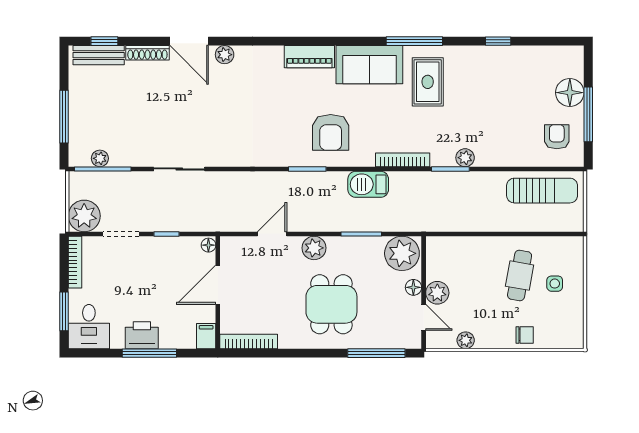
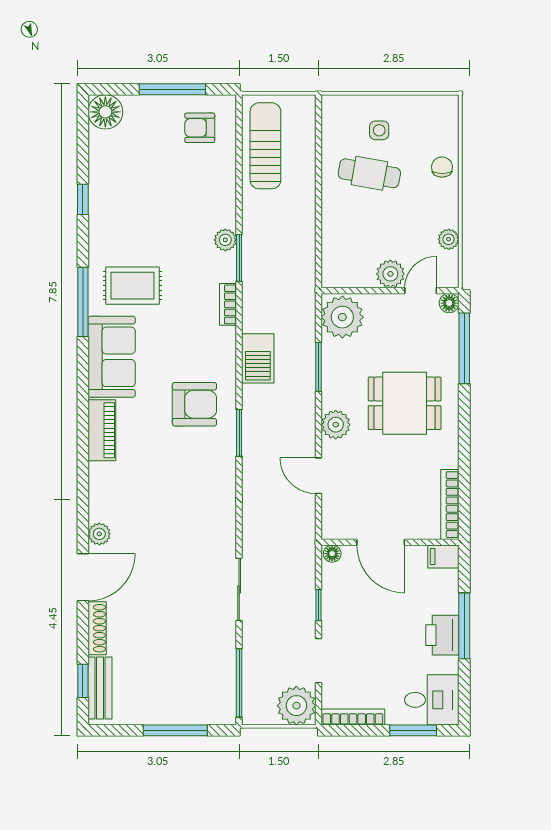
floor lamp: (570, 93) -> (105, 112), moved
plant: (100, 158) -> (226, 686), removed
bookcase: (403, 160) -> (228, 304), width x0.64
floor lamp: (413, 287) -> (449, 303), moved

